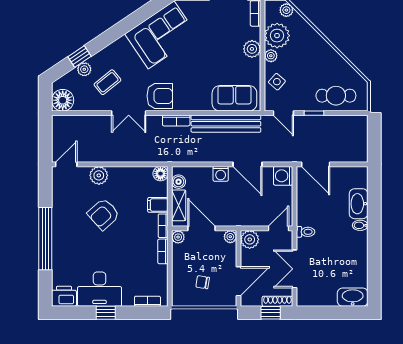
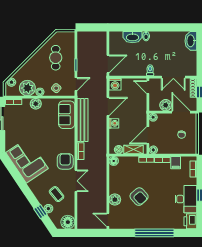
cafe table: (336, 96) -> (56, 58), moved
filing cabinet: (158, 205) -> (176, 163), moved
plant: (250, 239) -> (166, 105), moved

